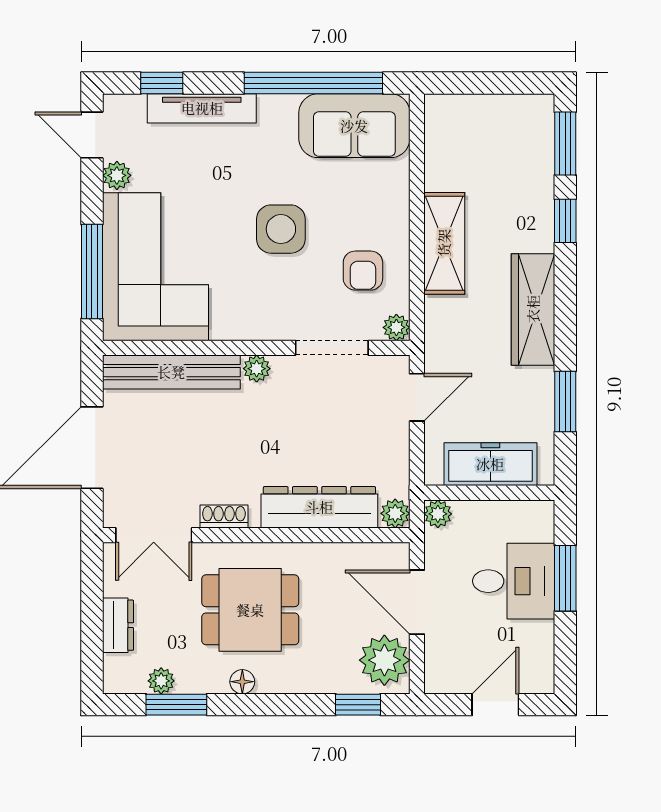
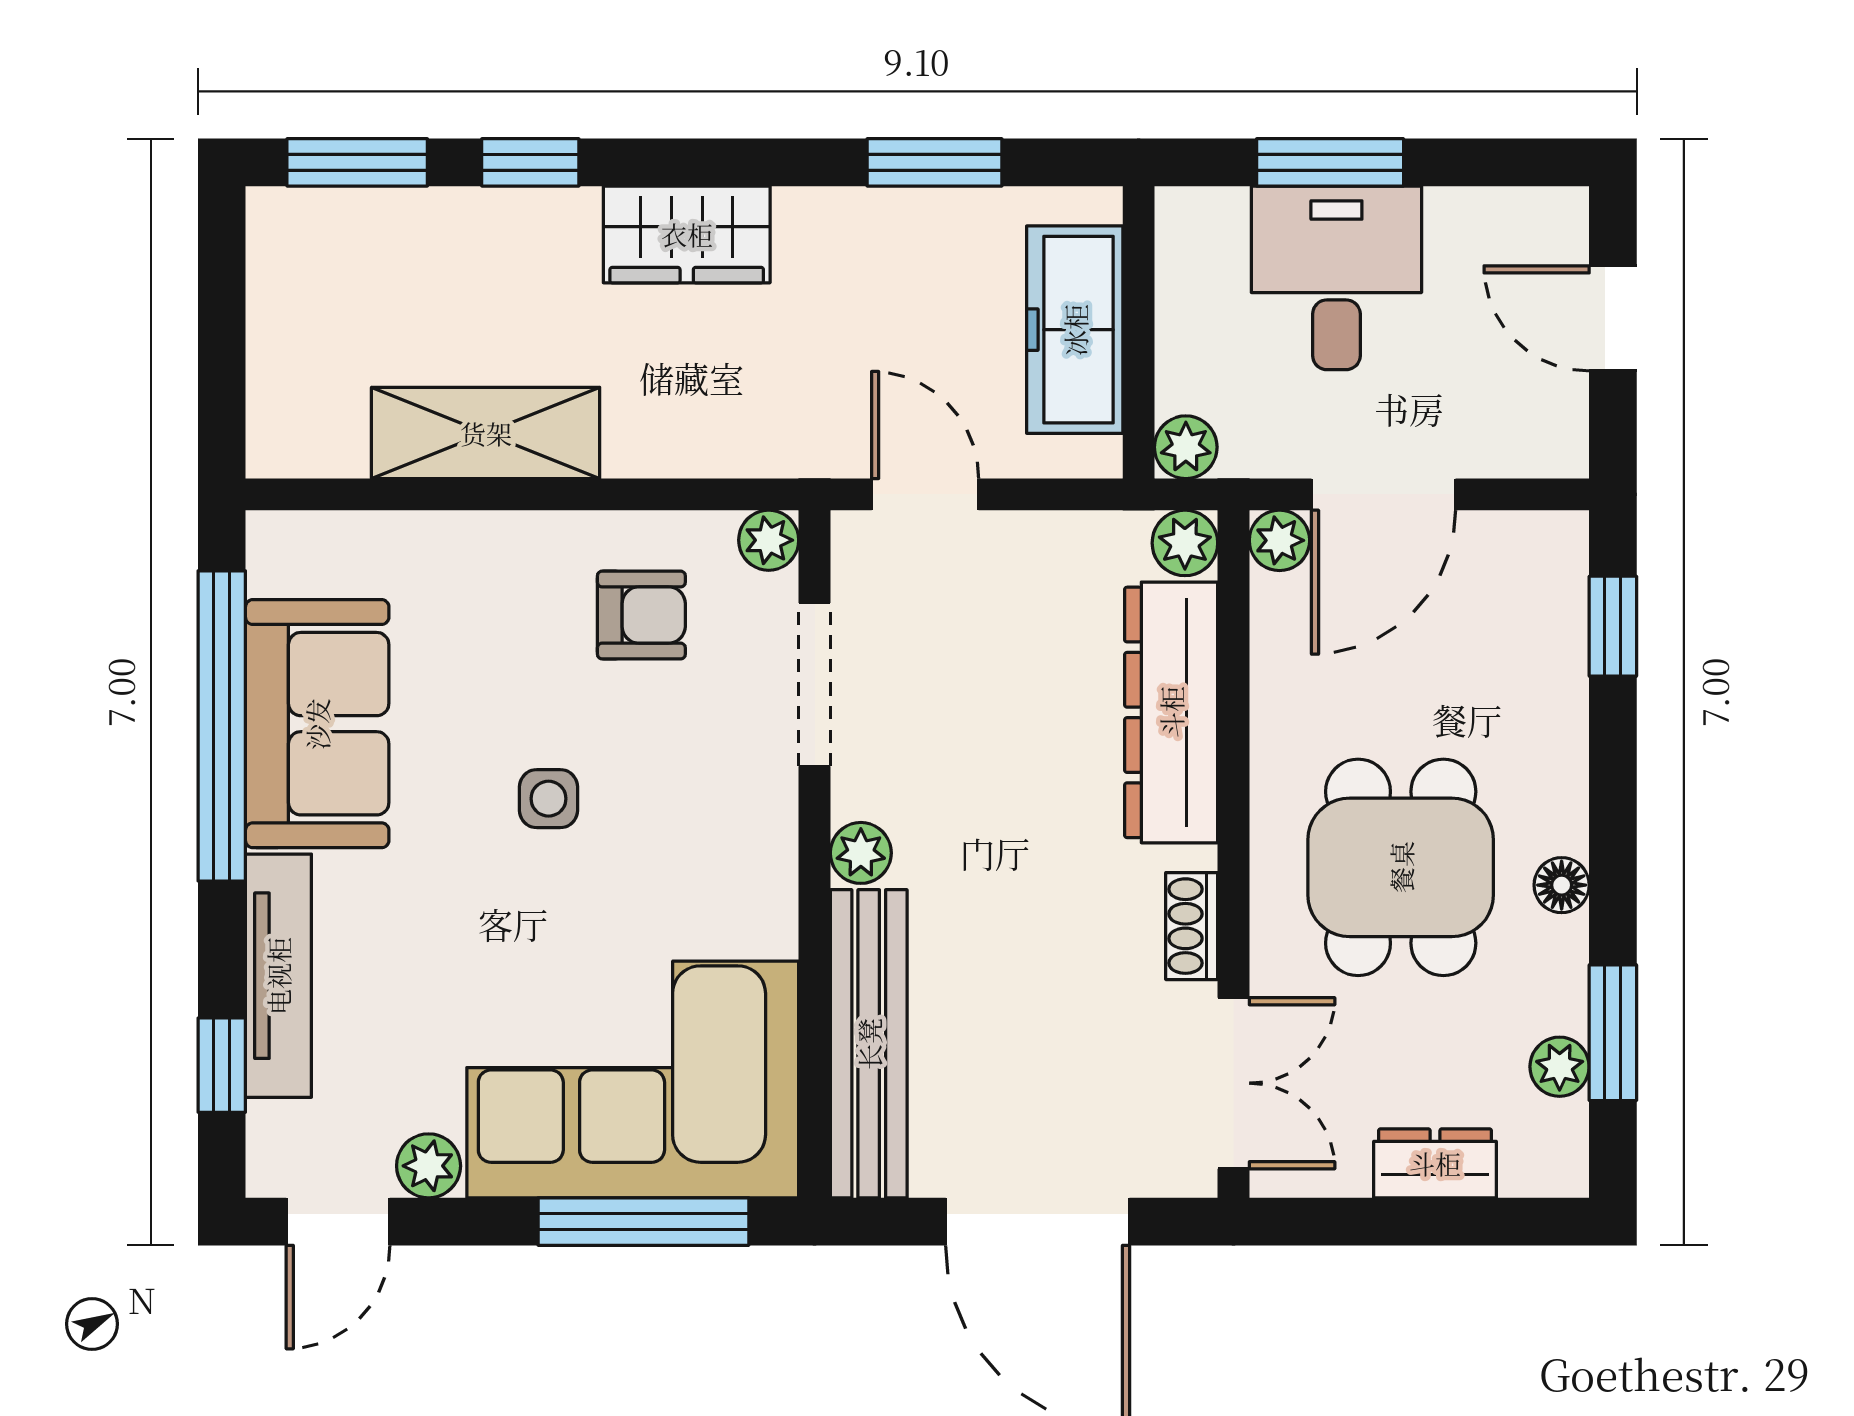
sofa: (354, 126) -> (317, 724), moved
side table: (281, 229) -> (548, 799), width x0.54, depth x0.54
shelving: (444, 243) -> (486, 433), moved
wardrobe: (533, 309) -> (687, 234), width x0.67
plant: (384, 660) -> (1279, 540), moved, width x0.53, depth x0.53

